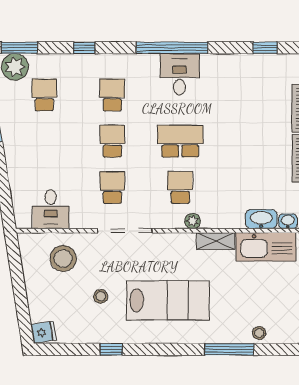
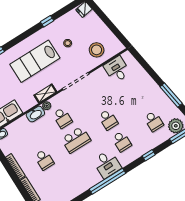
desk: (179, 74) -> (107, 164), moved
school desk: (112, 187) -> (44, 160), moved
washbasin: (261, 219) -> (35, 114), moved
shelving: (216, 241) -> (45, 93), moved

